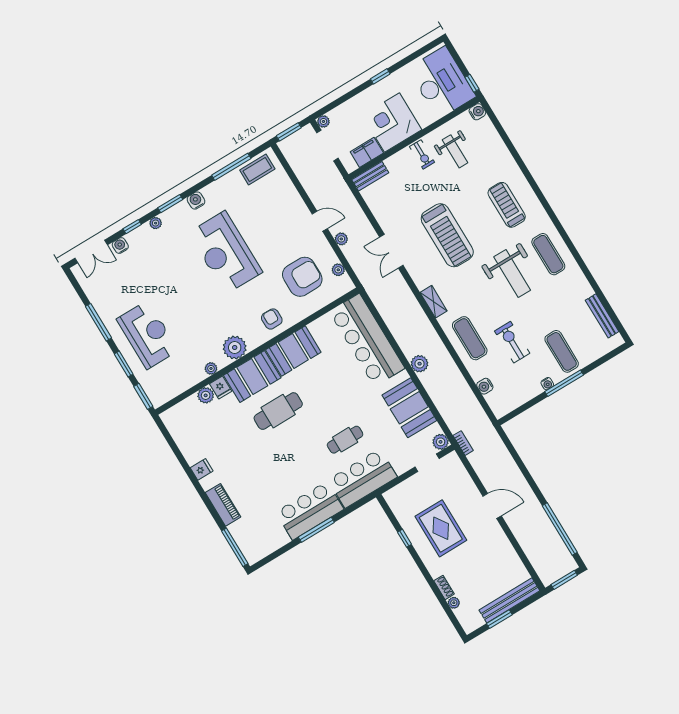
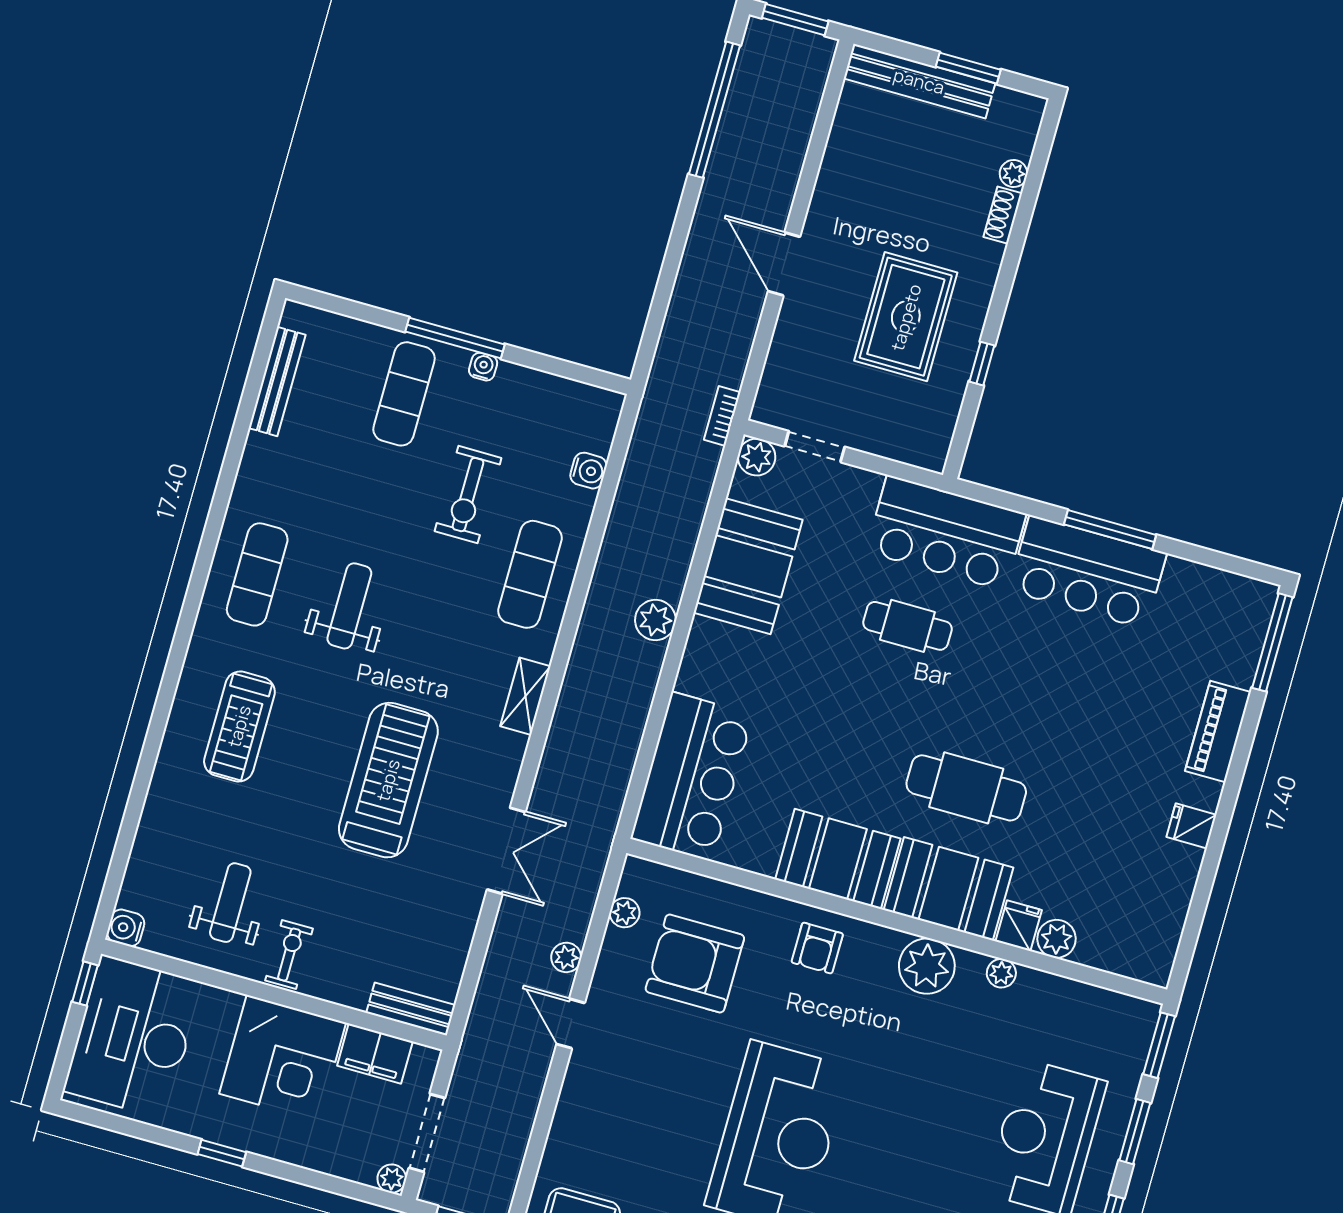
weight bench: (512, 273) -> (349, 606), width x0.73, depth x0.75
bar counter: (367, 340) -> (692, 776), width x0.73

